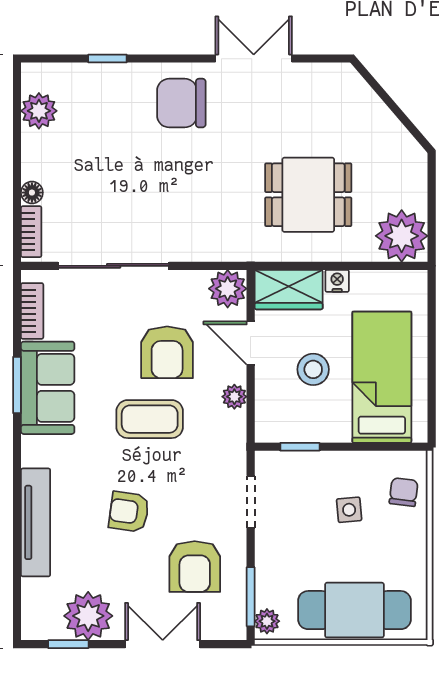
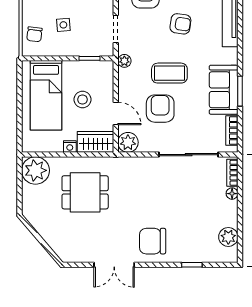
chair: (181, 103) -> (153, 241), turned 180
plant: (234, 397) -> (124, 61), moved

